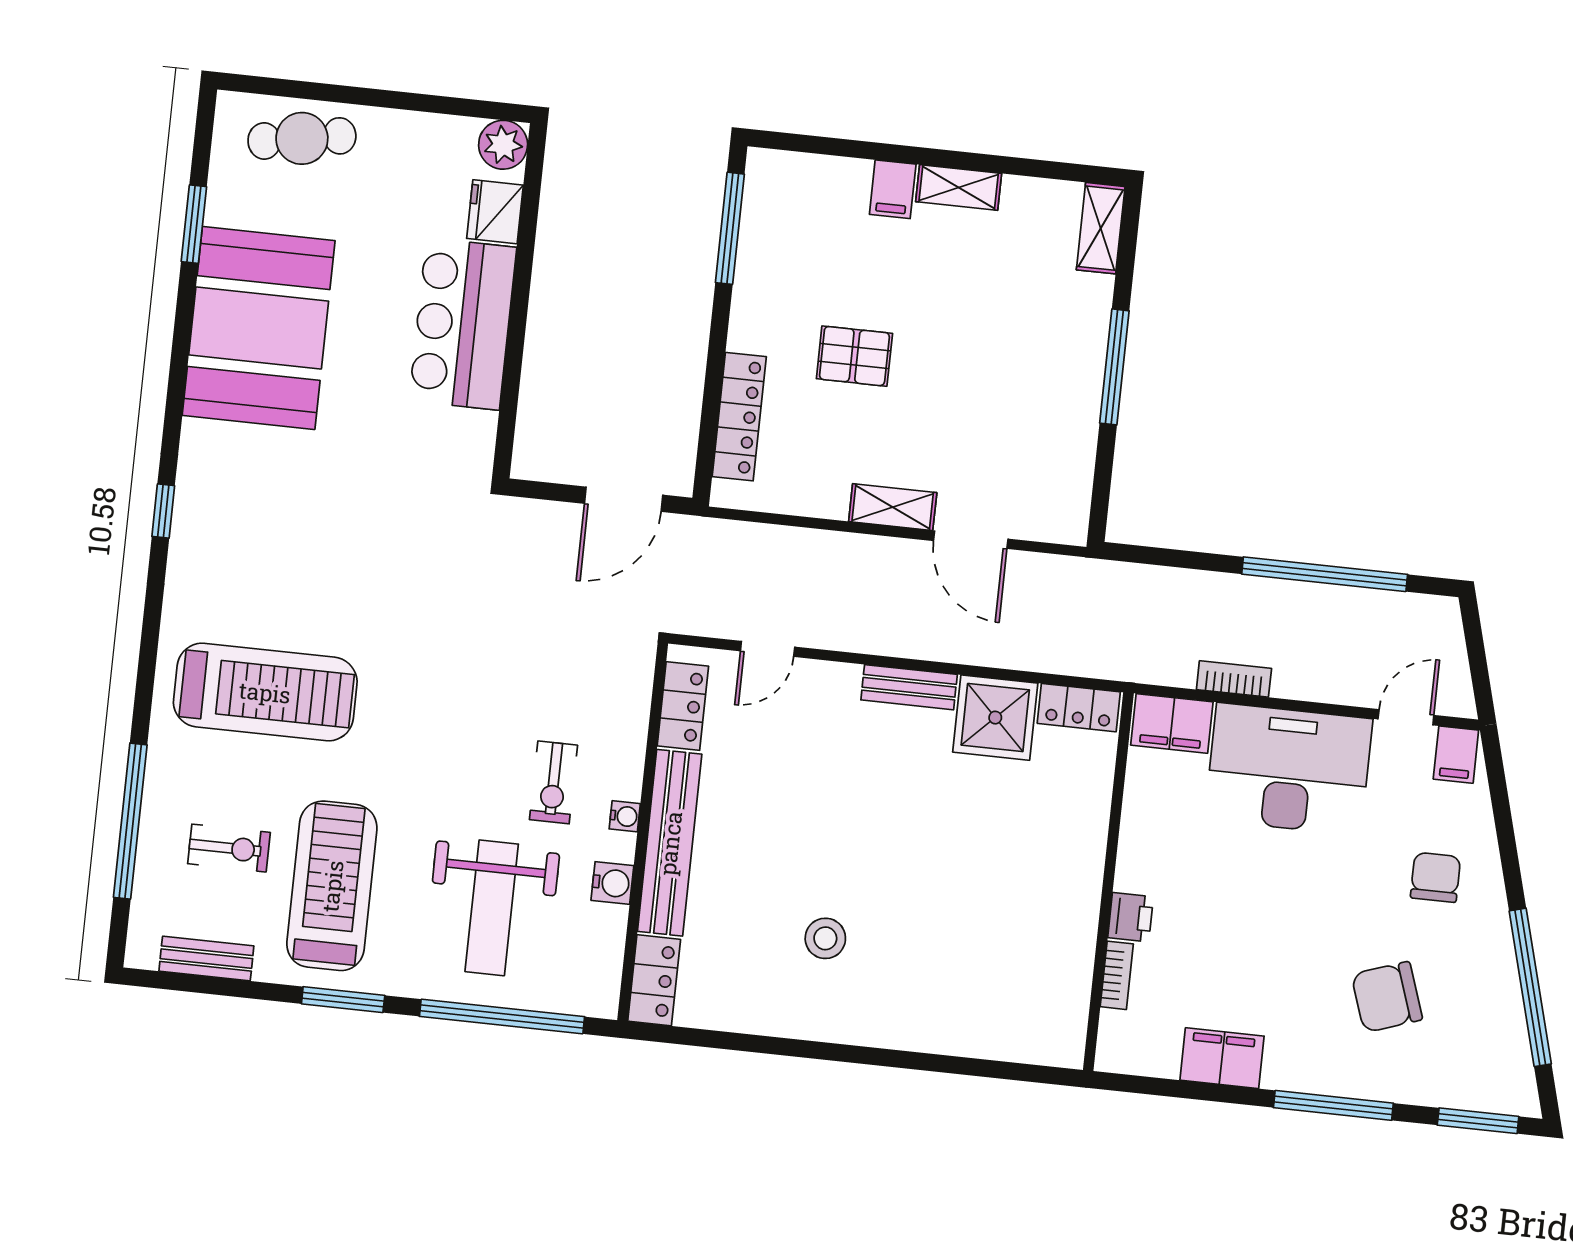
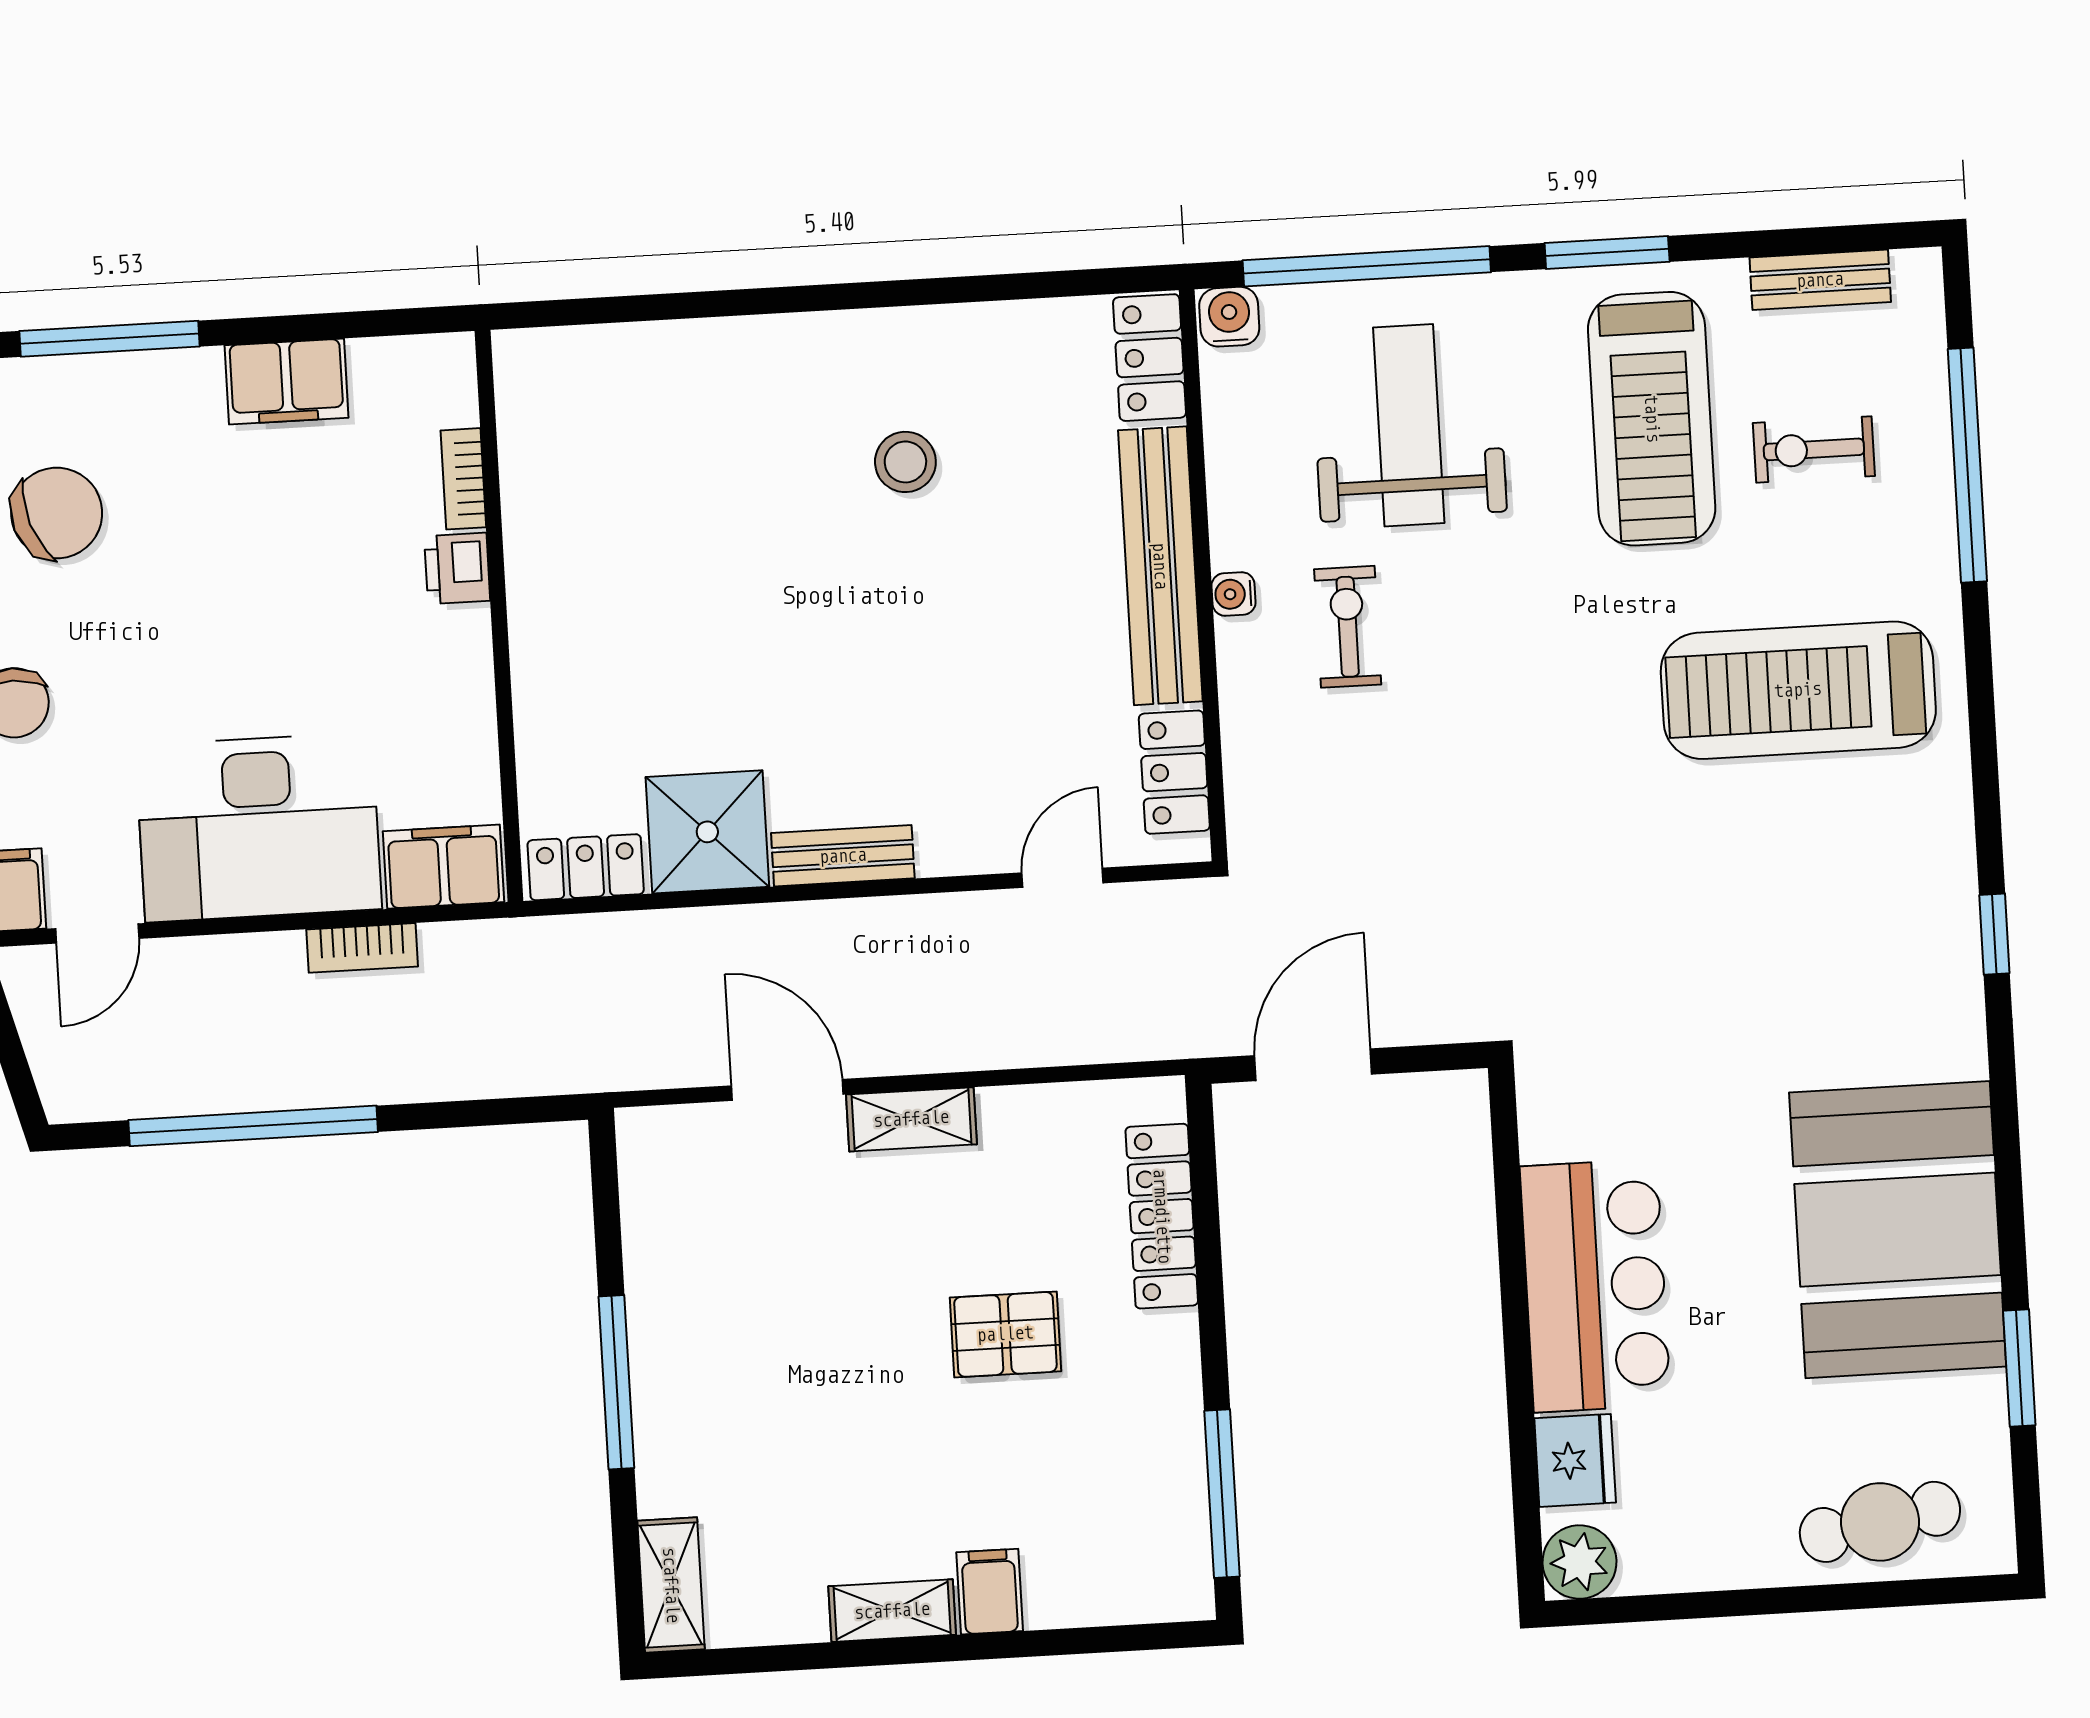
water cooler: (612, 883) -> (1229, 317), moved, turned 90

